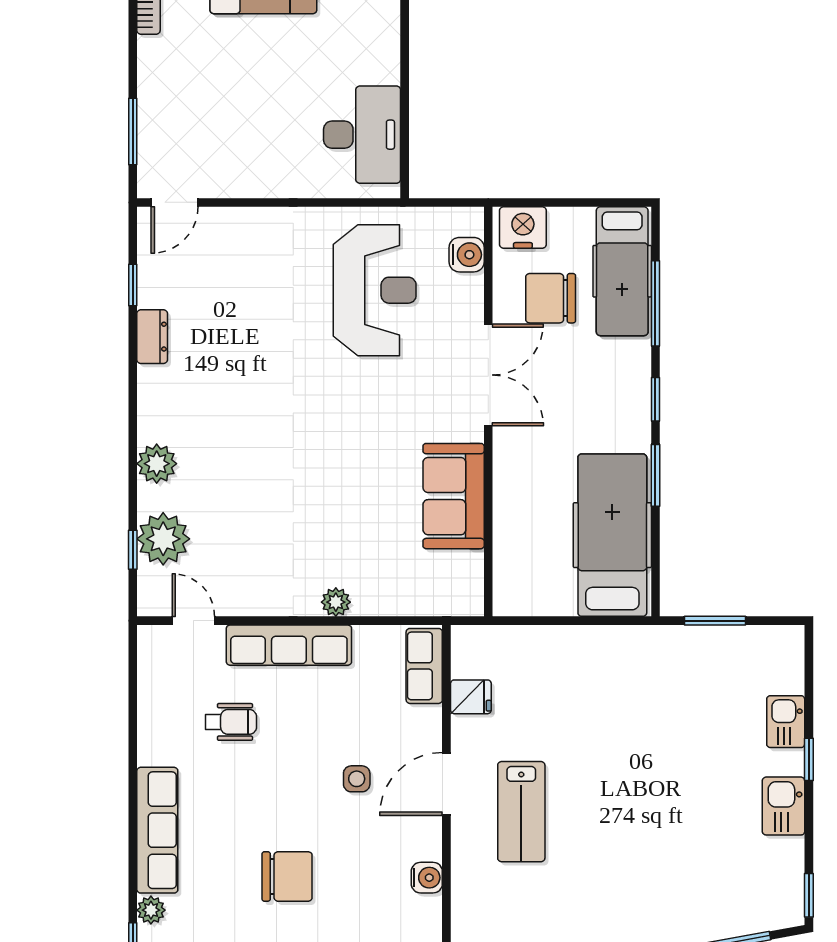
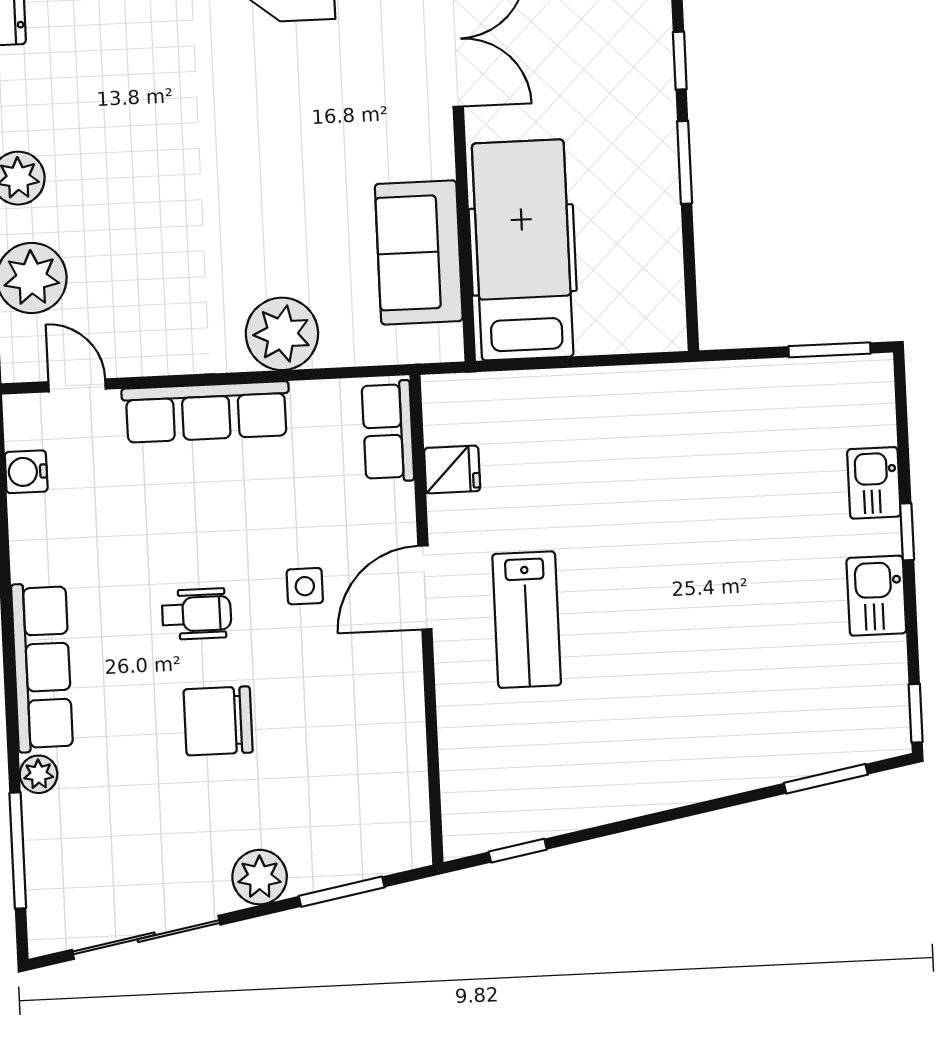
sofa: (454, 496) -> (419, 252), moved
hospital bed: (612, 535) -> (523, 250), moved
plant: (336, 602) -> (282, 334), width x1.88, depth x1.88
window: (715, 621) -> (829, 350), moved
wheelchair: (231, 722) -> (197, 614), moved
chair: (287, 876) -> (218, 721), turned 180
water cooler: (427, 878) -> (26, 472), moved, turned 180

